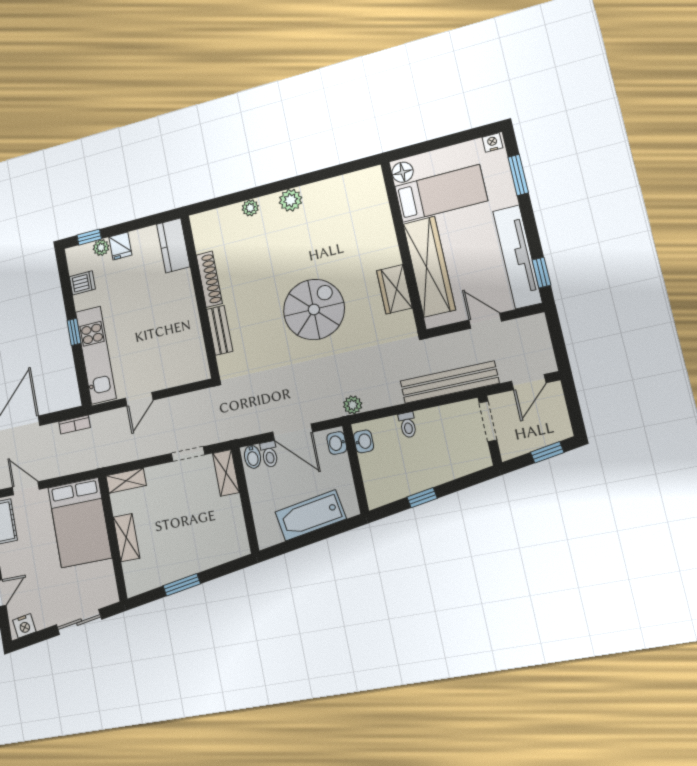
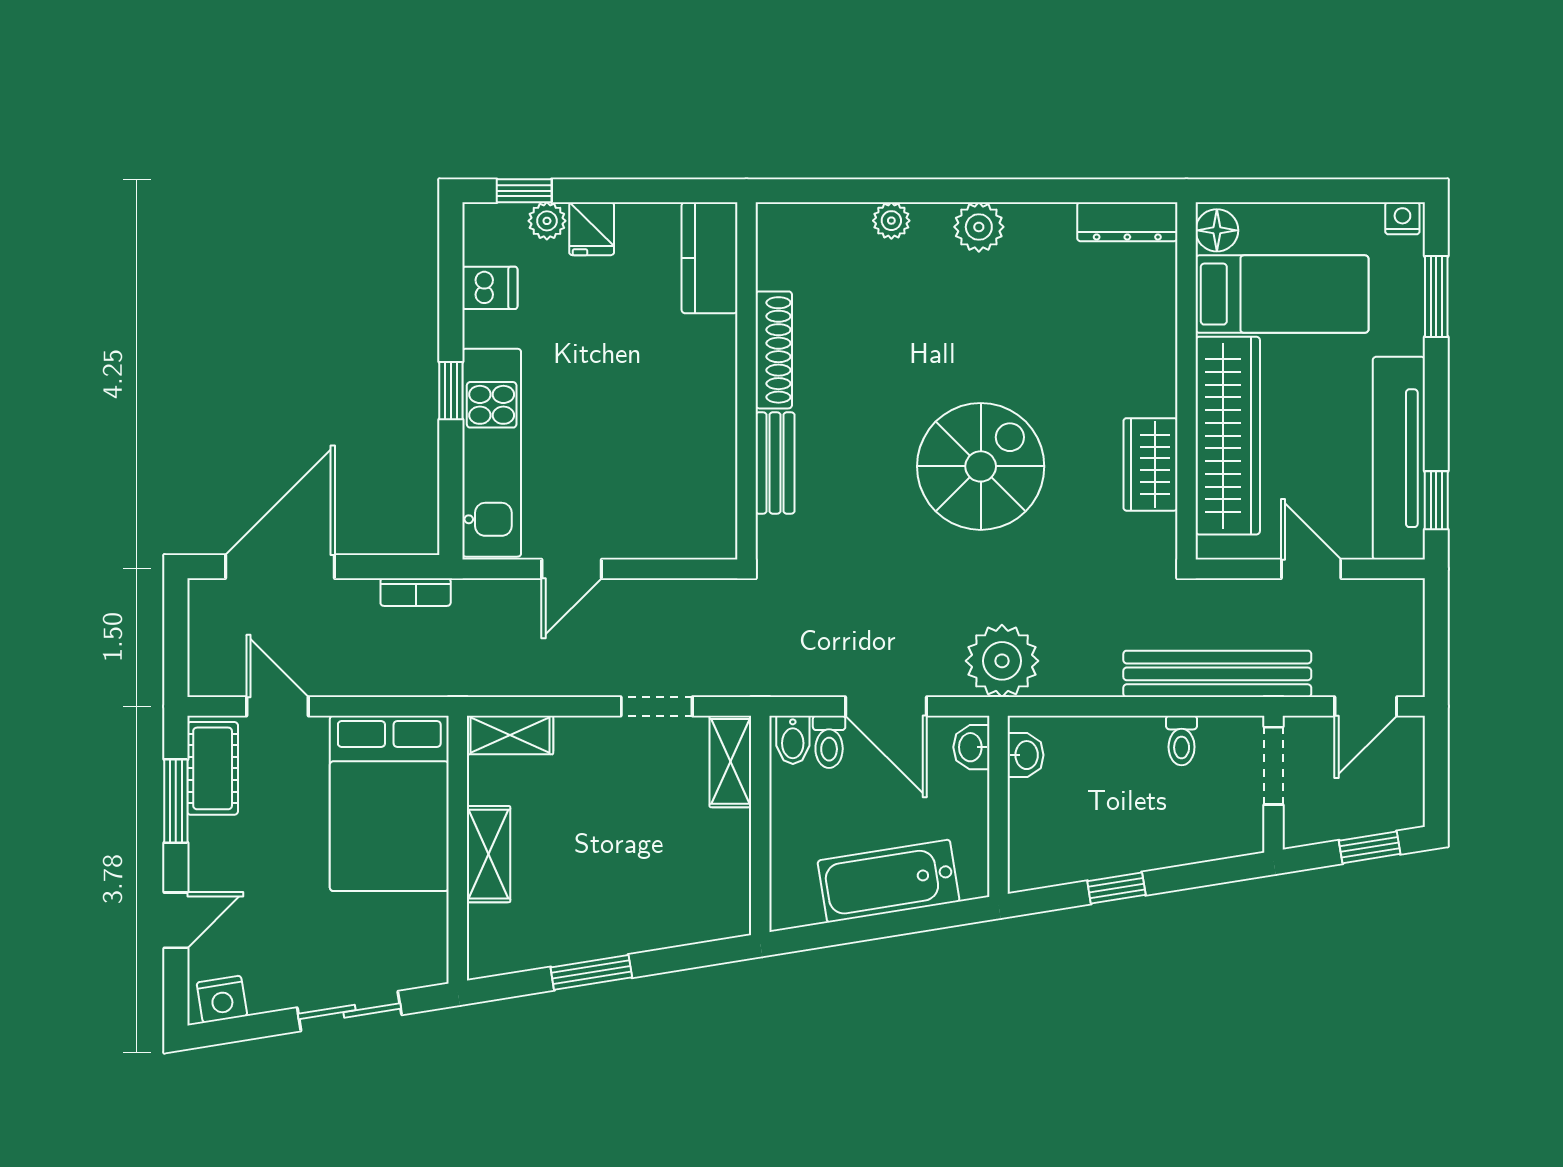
dresser: (359, 180) -> (1127, 222), added
plant: (353, 405) -> (1002, 661), width x1.88, depth x1.88
toilet: (408, 425) -> (1182, 740), moved

